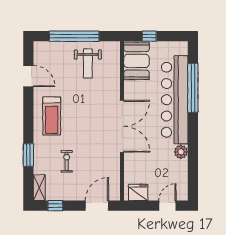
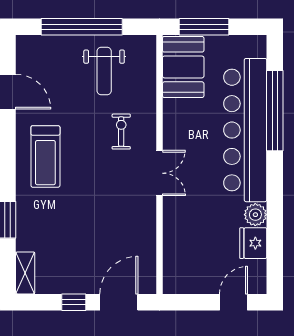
window: (149, 36) -> (204, 27), width x2.17
double door: (122, 126) -> (160, 173), width x0.54
exercise bike: (67, 161) -> (121, 132), moved
fridge: (138, 192) -> (253, 243), moved, turned -90
window: (55, 206) -> (74, 302), moved

